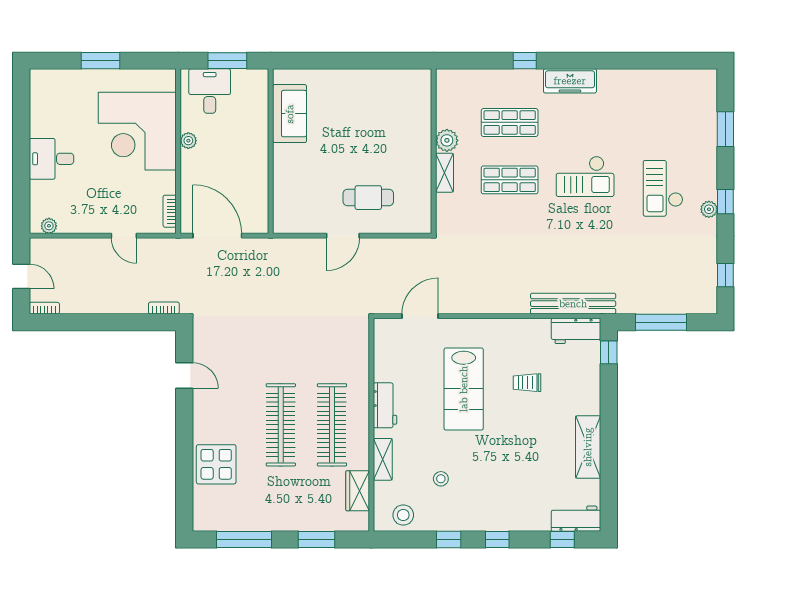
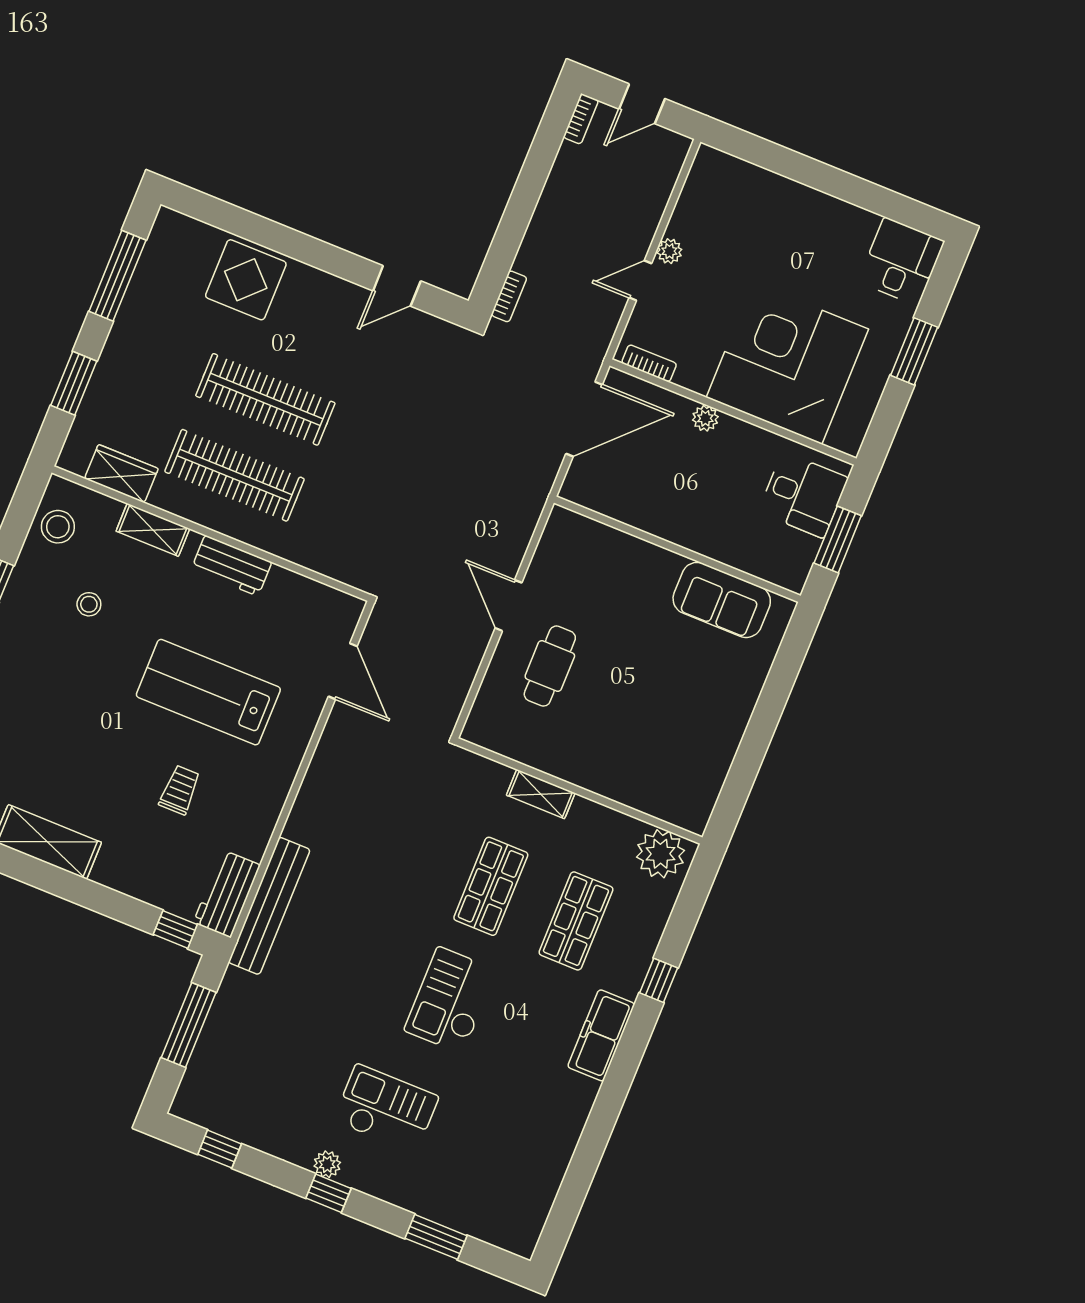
plant: (447, 140) -> (660, 854), moved, width x1.36, depth x1.36
plant: (188, 141) -> (705, 418), moved
desk: (51, 159) -> (901, 261), moved
plant: (49, 226) -> (669, 251), moved

